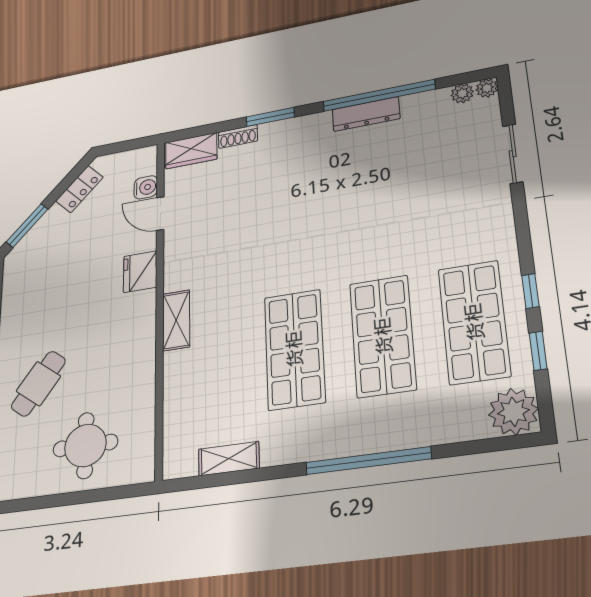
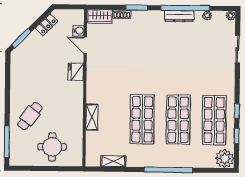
plant: (462, 93) -> (207, 16), moved
shelving: (176, 320) -> (92, 117), moved

